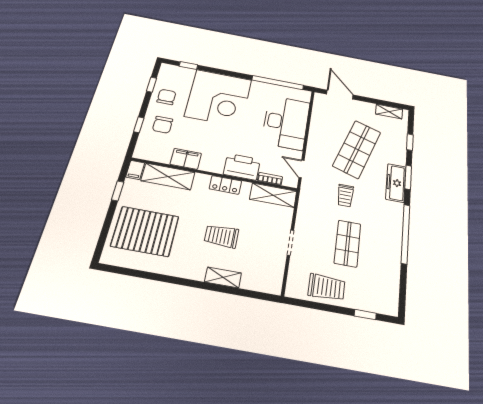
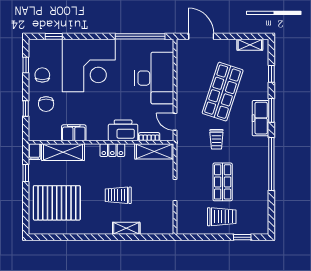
trolley: (327, 287) -> (222, 217), moved

